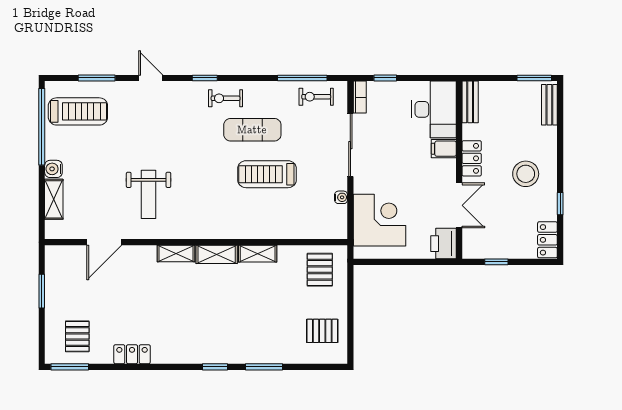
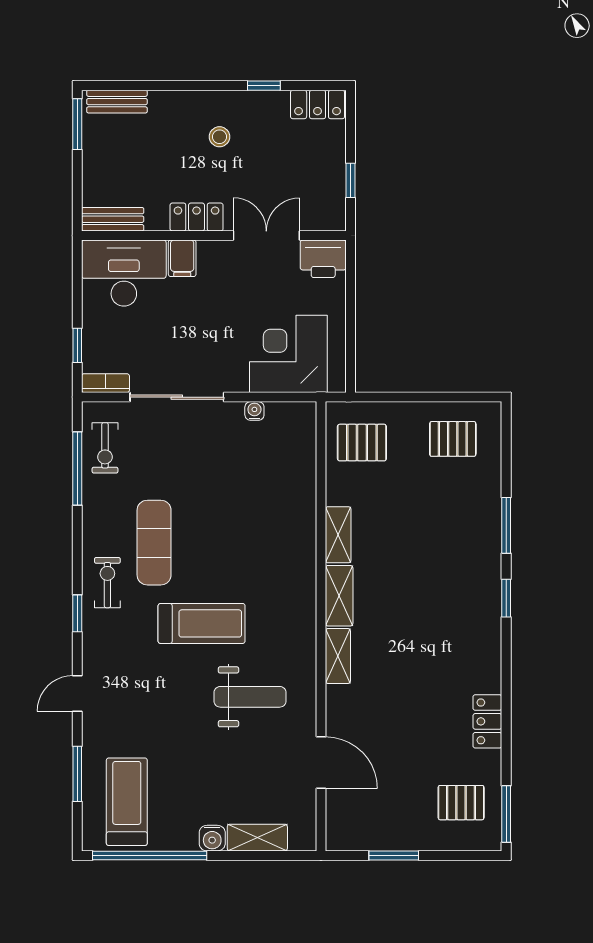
exercise bike: (226, 98) -> (107, 583), turned 180
treadmill: (267, 174) -> (202, 623), moved, turned -90
stool: (526, 174) -> (220, 137), width x0.53, depth x0.53
pallet: (322, 331) -> (453, 439), turned 90

